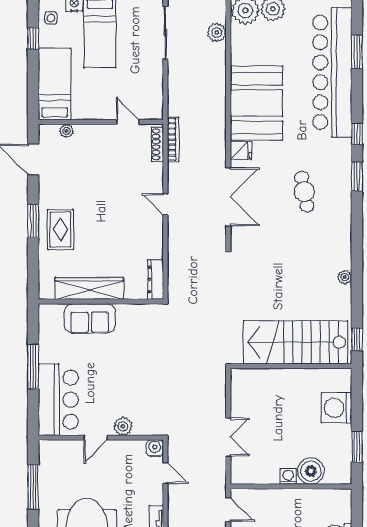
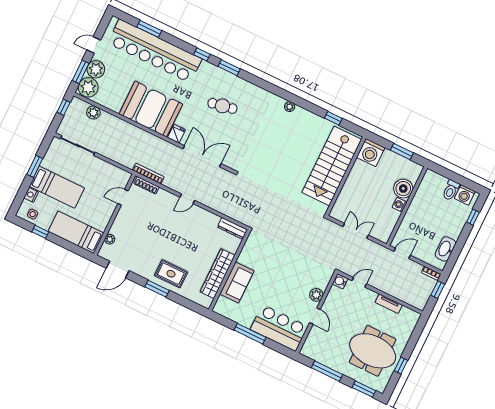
stairs: (296, 342) -> (332, 166), moved
wall: (291, 366) -> (346, 176), moved

